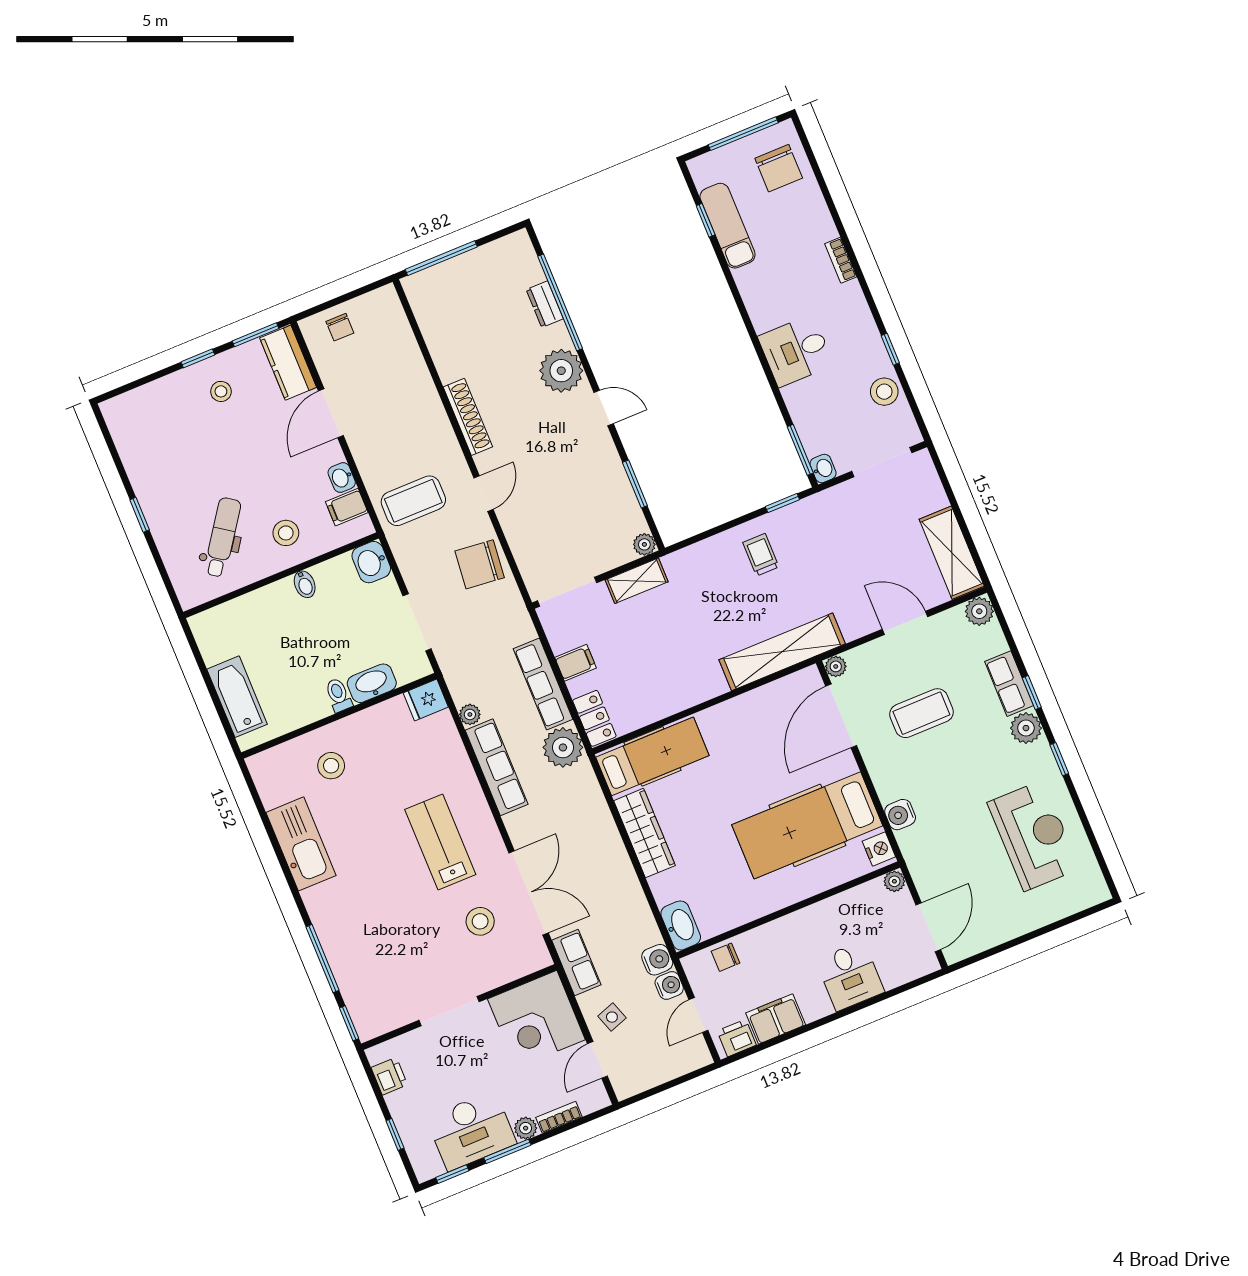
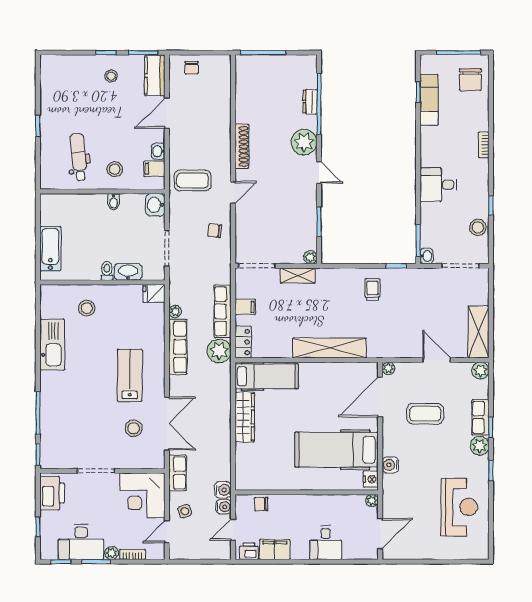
dental chair: (223, 537) -> (79, 157), turned -41
chair: (480, 564) -> (215, 231), width x0.54, depth x0.54
shelving: (782, 652) -> (329, 348), moved
washbasin: (681, 925) -> (244, 476), removed
printer: (389, 1076) -> (52, 493), width x1.87, depth x1.48

